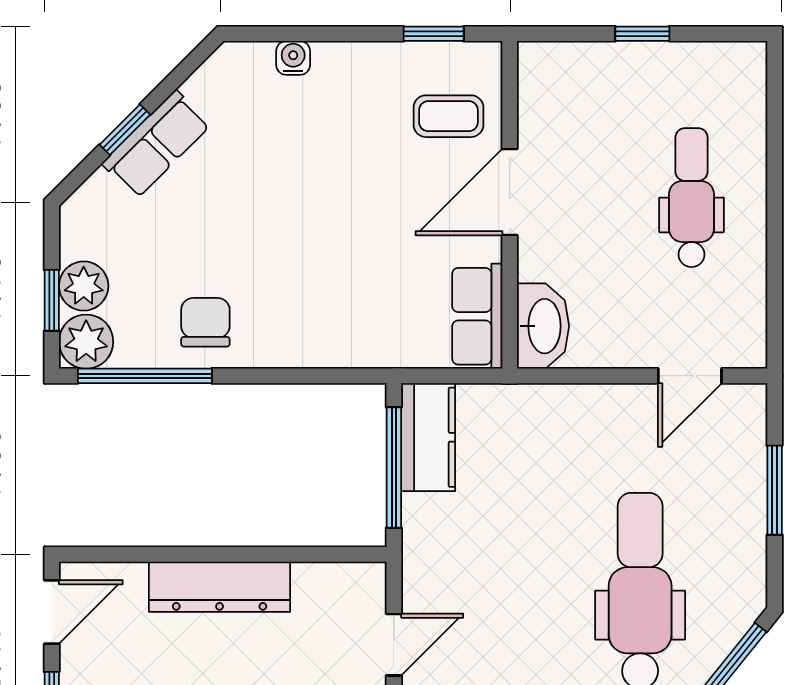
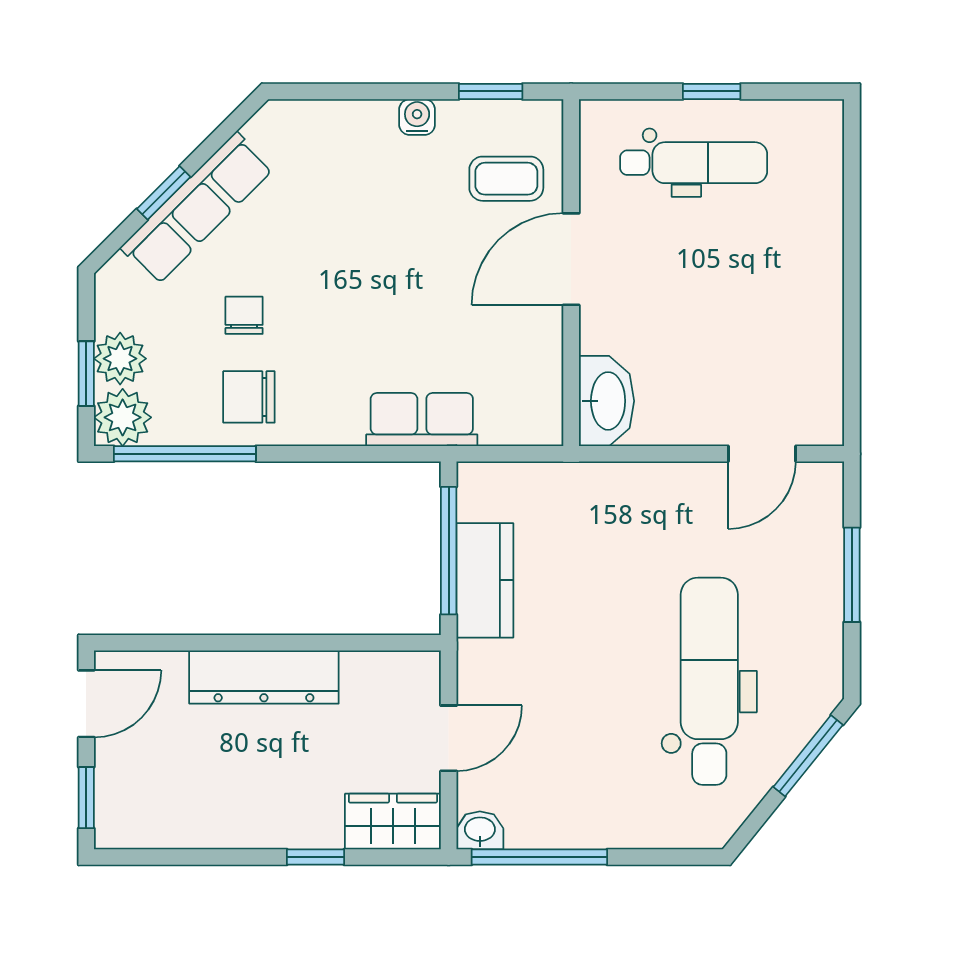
water cooler: (293, 58) -> (417, 117), moved
row of seats: (156, 144) -> (197, 208), width x1.48
dental chair: (692, 198) -> (694, 163), moved, turned 90
chair: (201, 245) -> (244, 315), added
row of seats: (477, 316) -> (422, 420), moved, turned 90
chair: (205, 322) -> (249, 397), turned -90
kitchen counter: (428, 437) -> (485, 580), moved

